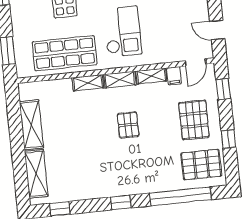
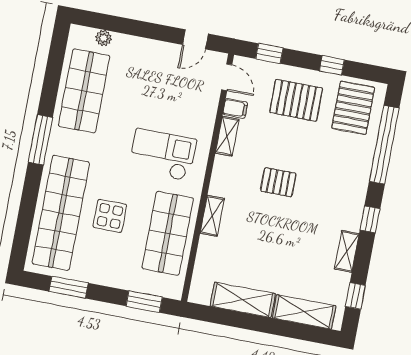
shelving: (120, 80) -> (347, 251), moved

